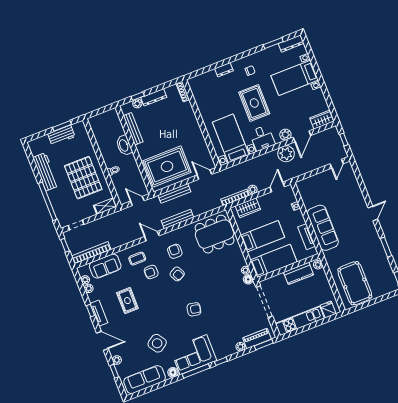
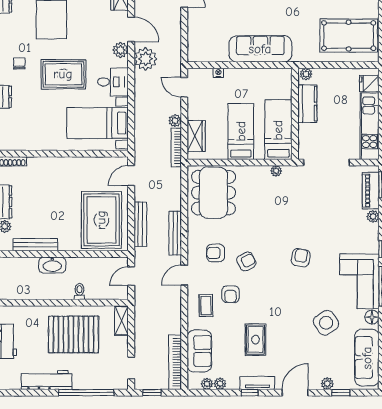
tv unit: (306, 237) -> (264, 75), removed
floor lamp: (248, 279) -> (289, 172), removed
rug: (127, 301) -> (256, 340), turned 90

